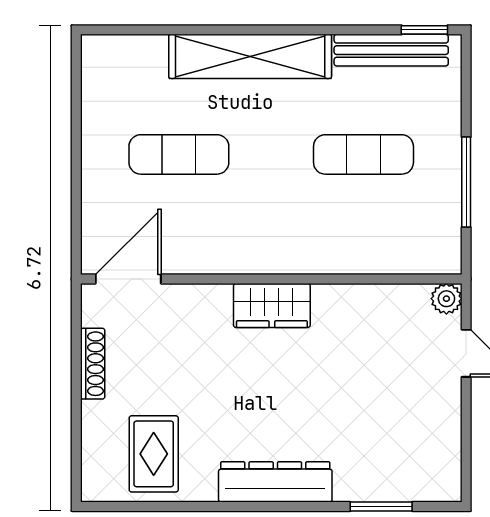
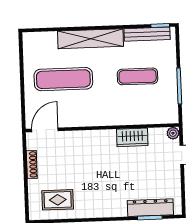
exercise mat: (179, 154) -> (63, 79), width x1.36, depth x1.45
wardrobe: (272, 305) -> (132, 137), moved
rug: (154, 454) -> (58, 200), turned 90
dresser: (275, 482) -> (150, 208), moved

